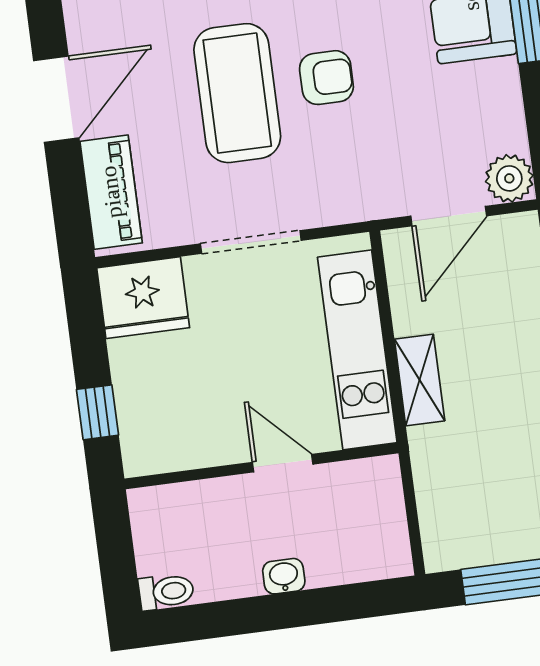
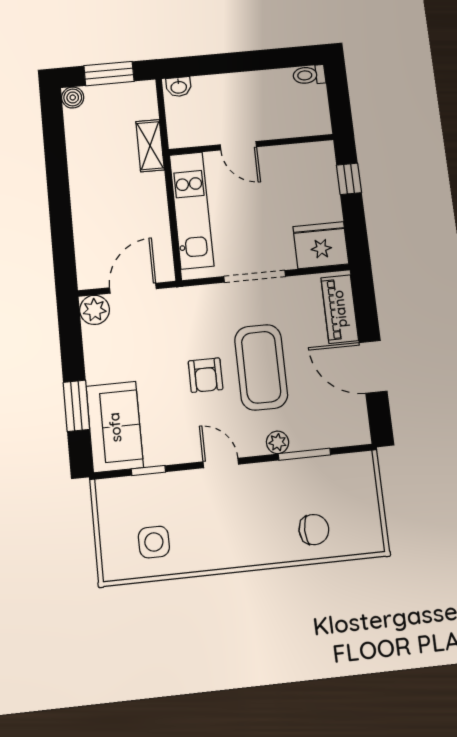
armchair: (326, 78) -> (206, 375), turned -90
door: (56, 99) -> (373, 367), hinge flipped
shelving: (420, 380) -> (150, 146), moved
washbasin: (284, 576) -> (179, 87), moved

